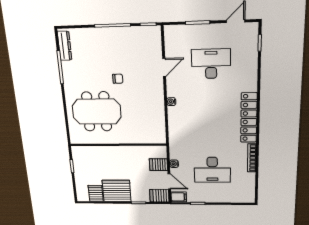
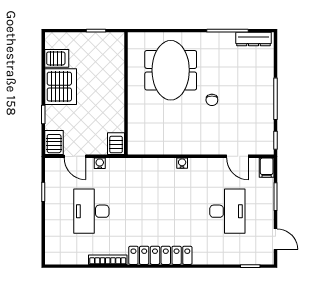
door: (164, 68) -> (237, 156), moved
server rack: (159, 165) -> (116, 144), moved
door: (169, 181) -> (75, 156), hinge flipped
filing cabinet: (179, 197) -> (267, 168), moved

